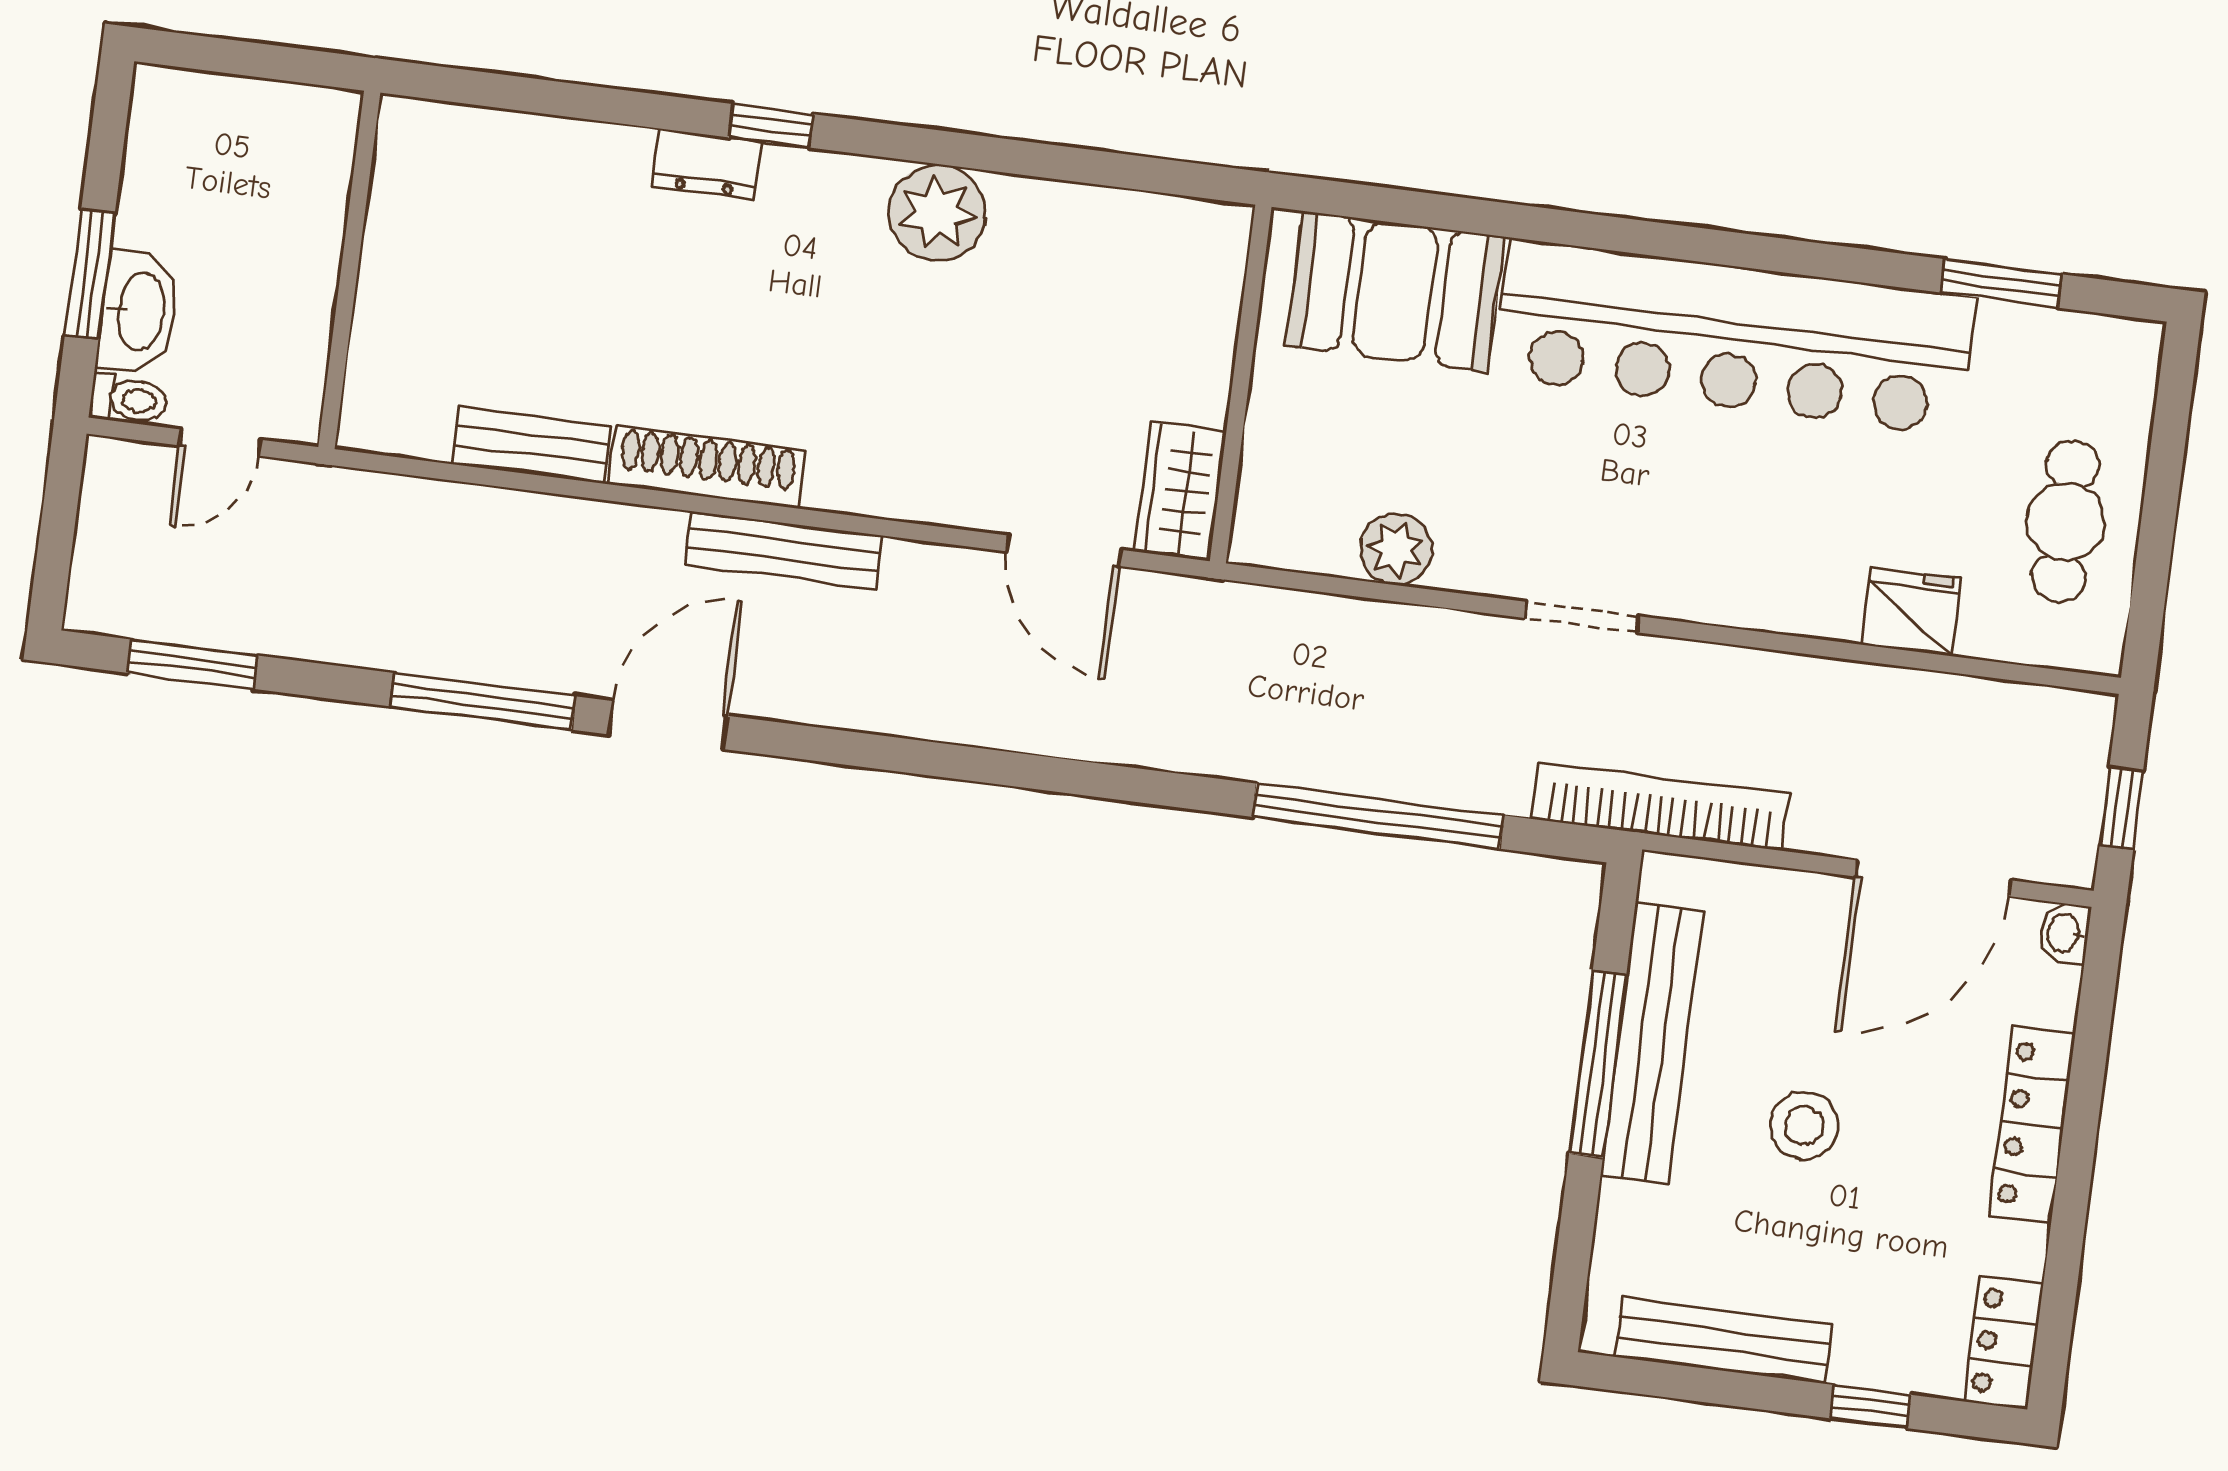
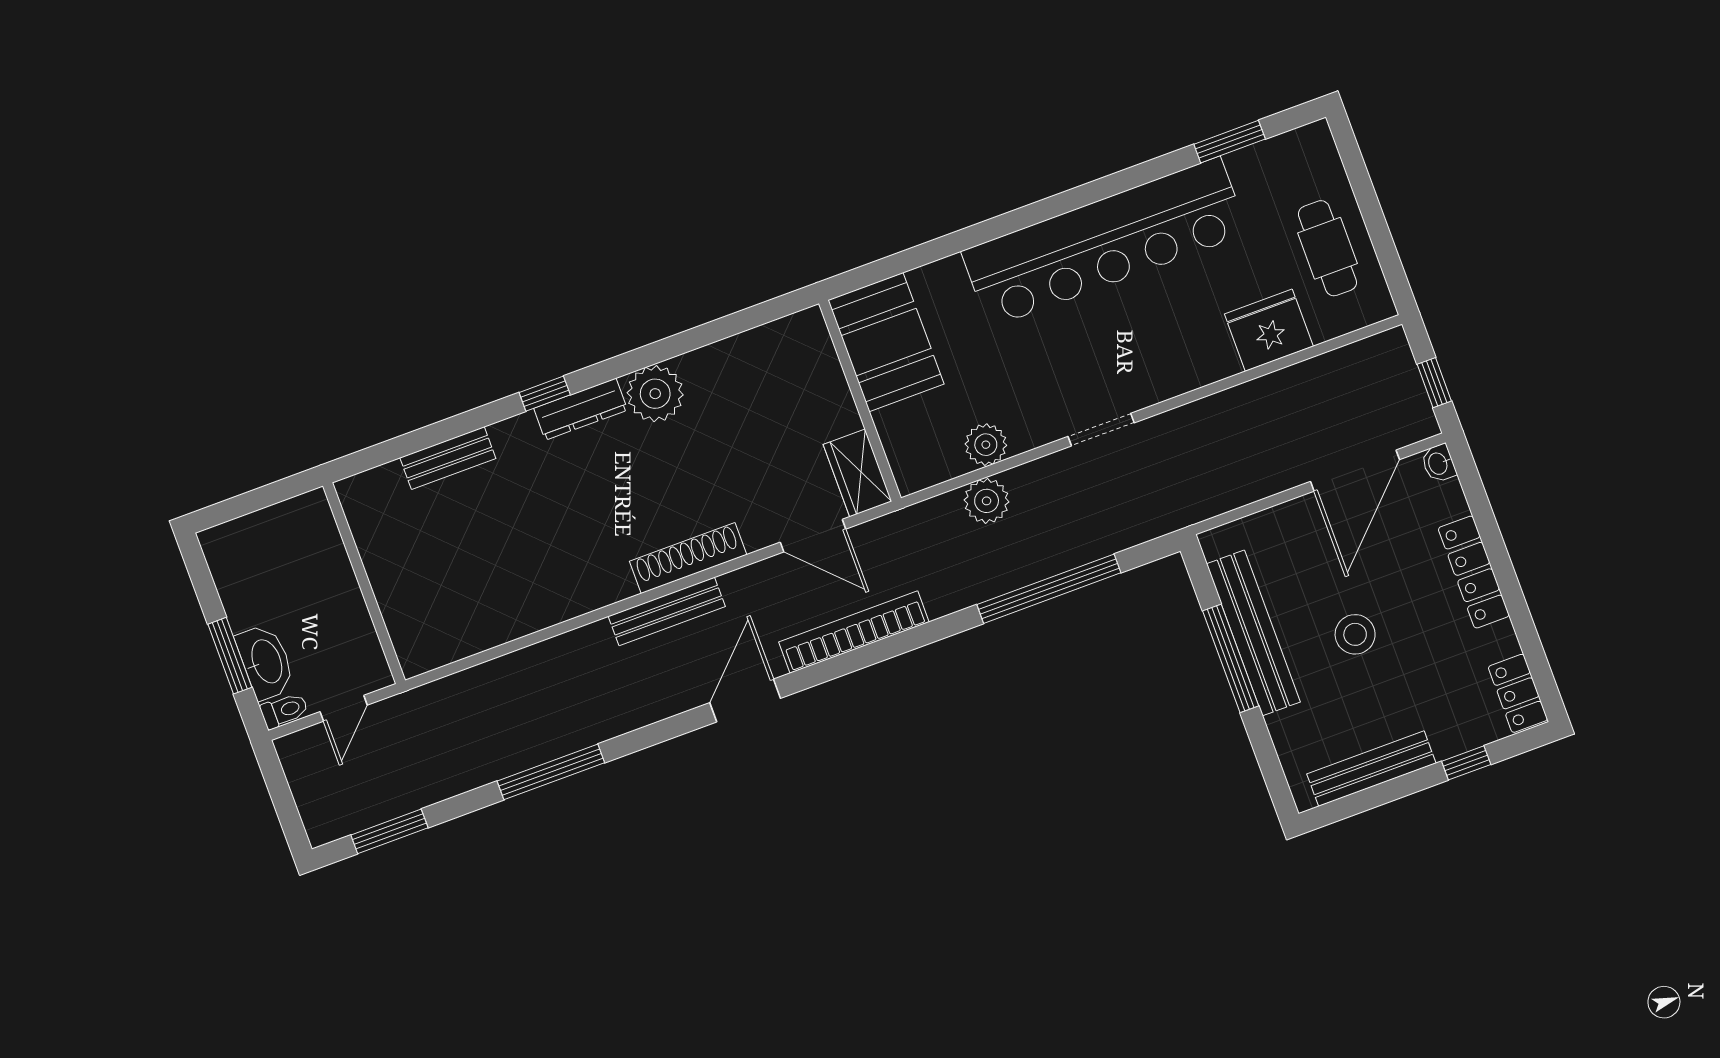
dresser: (707, 164) -> (581, 409), moved, width x1.44
booth: (1395, 291) -> (886, 342), moved, turned 90
bench: (531, 445) -> (448, 458), moved
shoe rack: (707, 467) -> (688, 558), moved
fridge: (1911, 612) -> (1269, 330), width x1.36, depth x1.34
plant: (1353, 635) -> (987, 501), added
door: (668, 725) -> (745, 700), moved
bookcase: (1660, 807) -> (854, 632), moved

